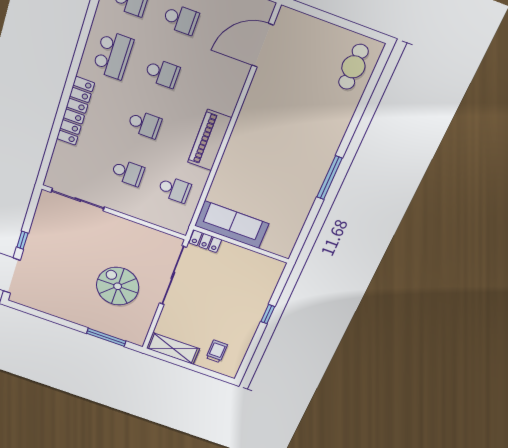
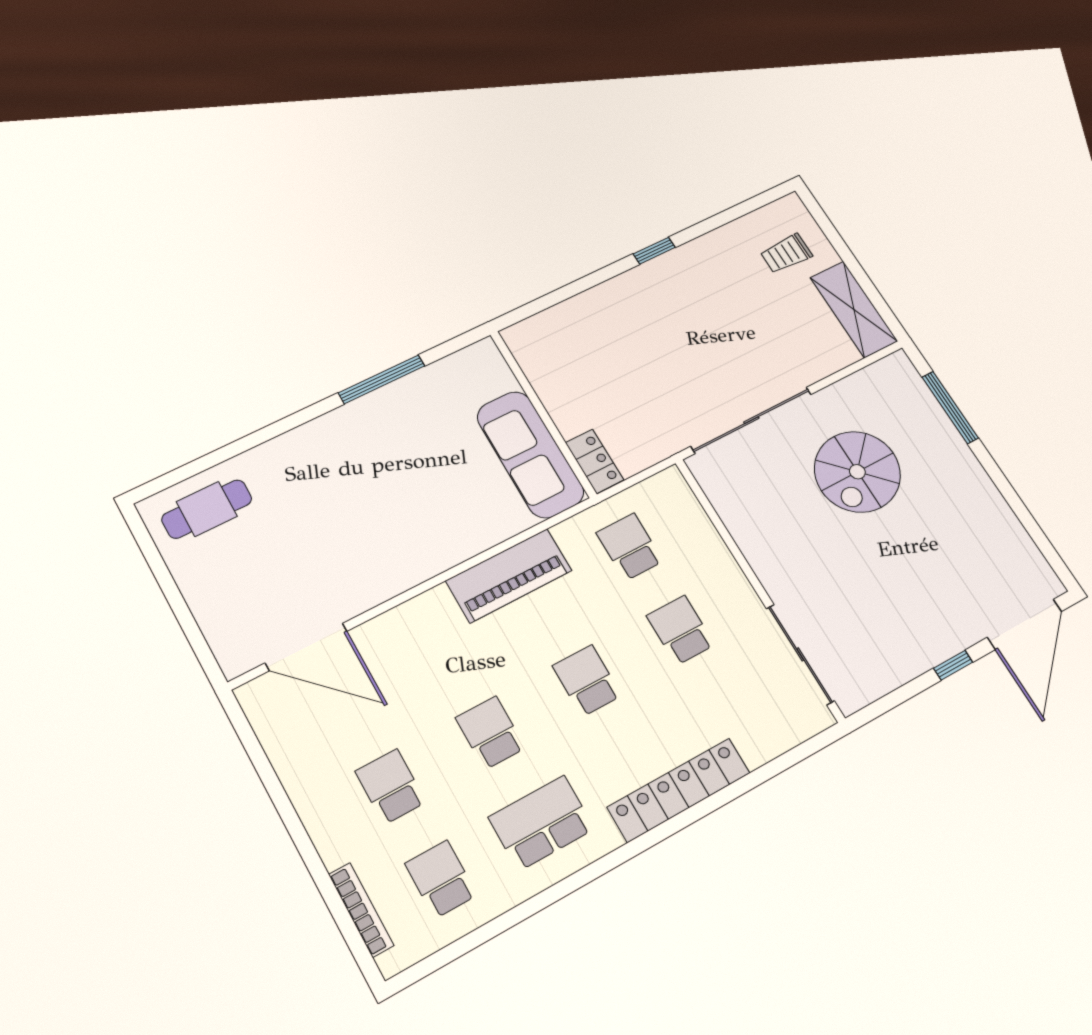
sofa: (232, 225) -> (530, 454), moved
locker: (205, 241) -> (594, 461), moved
wall: (241, 244) -> (543, 413), moved

